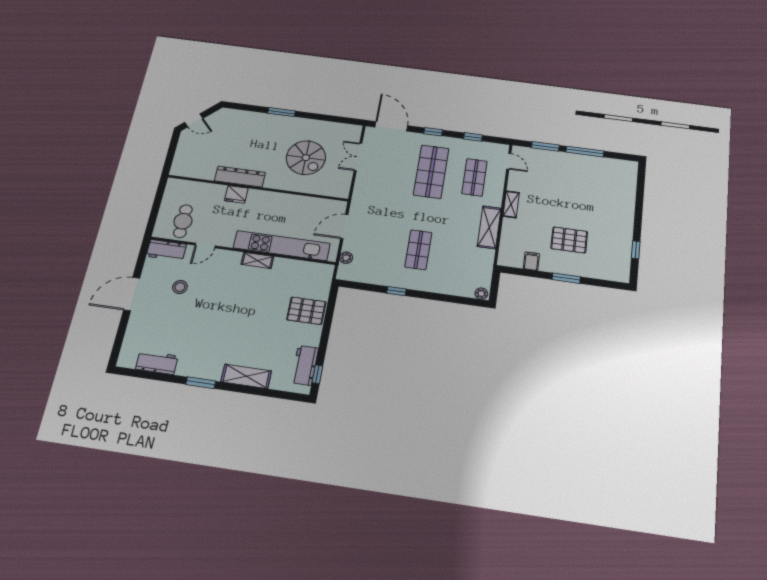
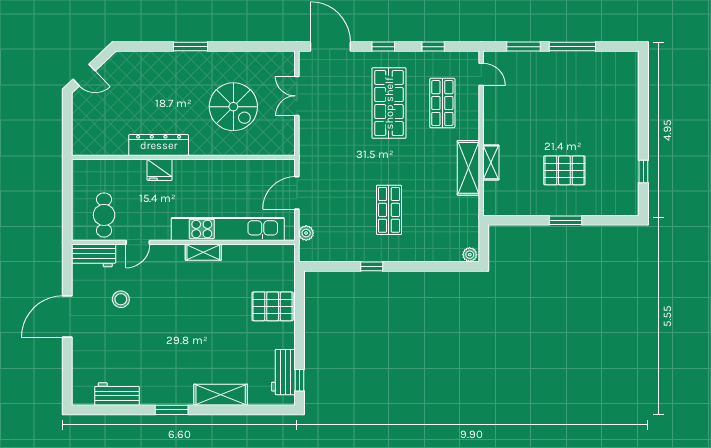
shelving: (511, 204) -> (491, 162), moved
filing cabinet: (531, 261) -> (523, 205), removed

